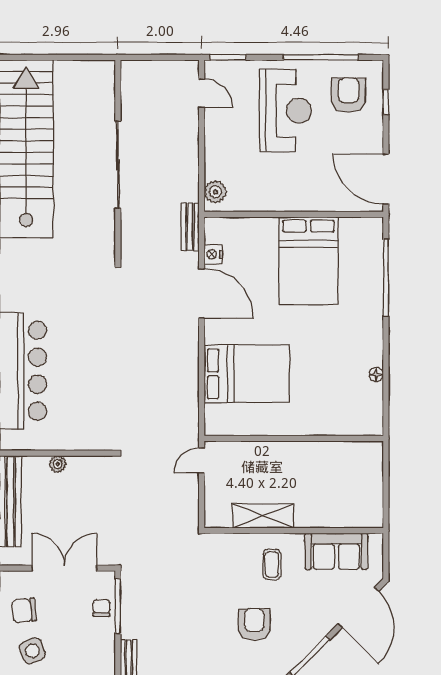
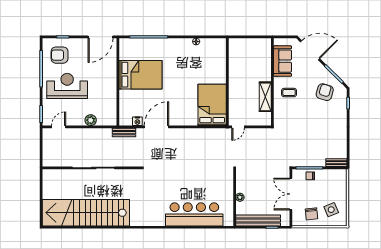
plant: (215, 192) -> (91, 120), moved
bed: (247, 374) -> (212, 105), moved
door: (202, 460) -> (238, 127), hinge flipped
armchair: (254, 624) -> (325, 92), moved, turned 106

